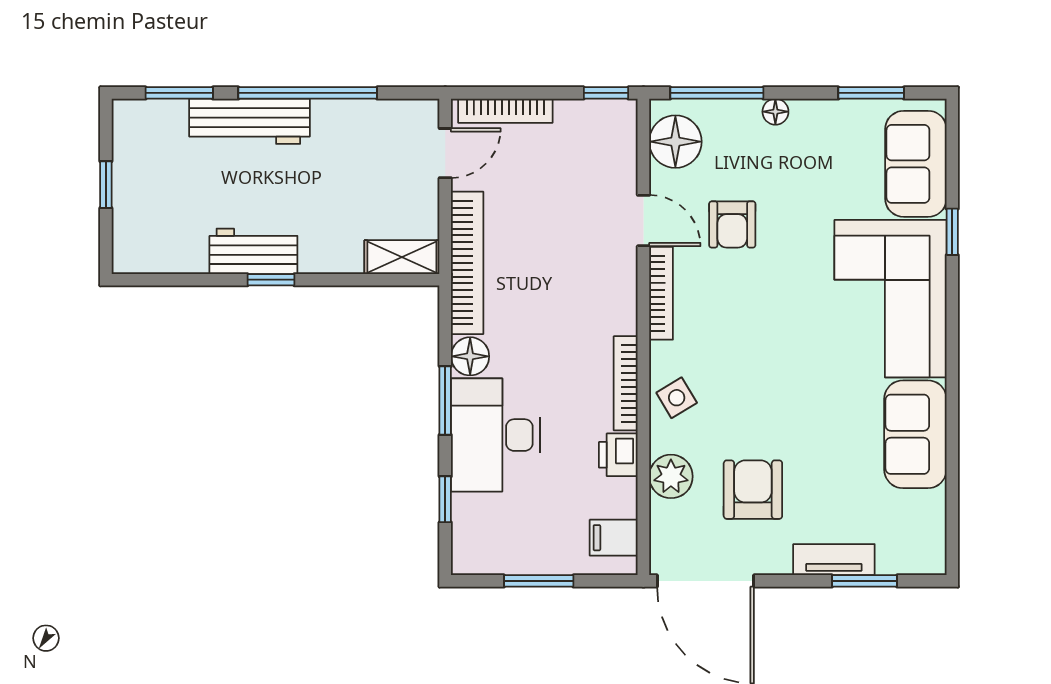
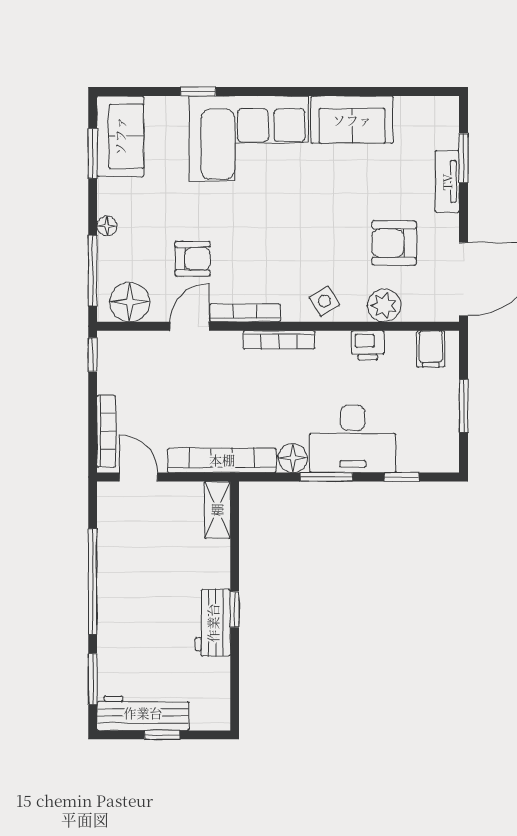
workbench: (250, 121) -> (143, 713), moved, turned -90
sofa: (916, 164) -> (120, 136), moved, turned -90
bookcase: (626, 383) -> (279, 340), moved

